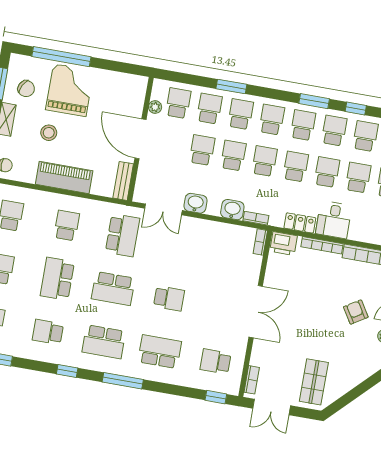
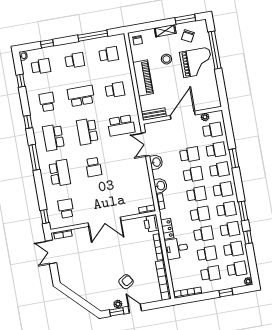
shop shelf: (314, 382) -> (75, 272), removed

